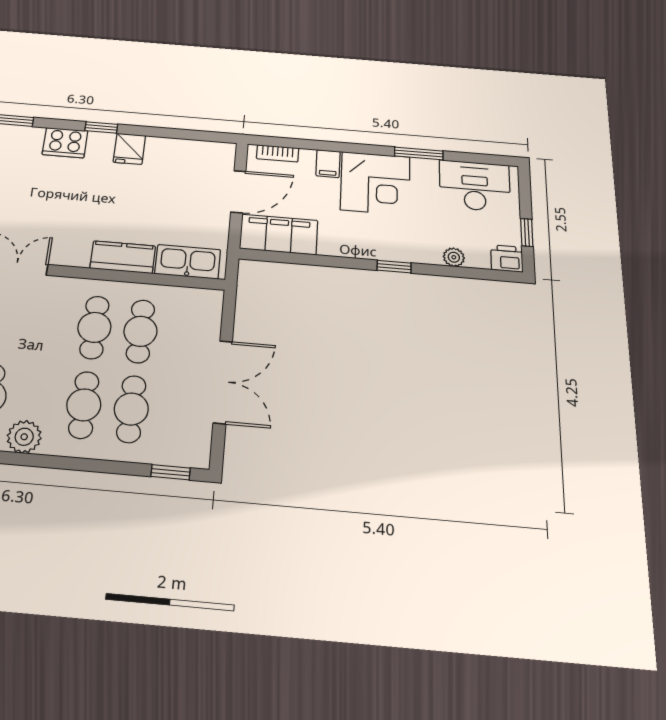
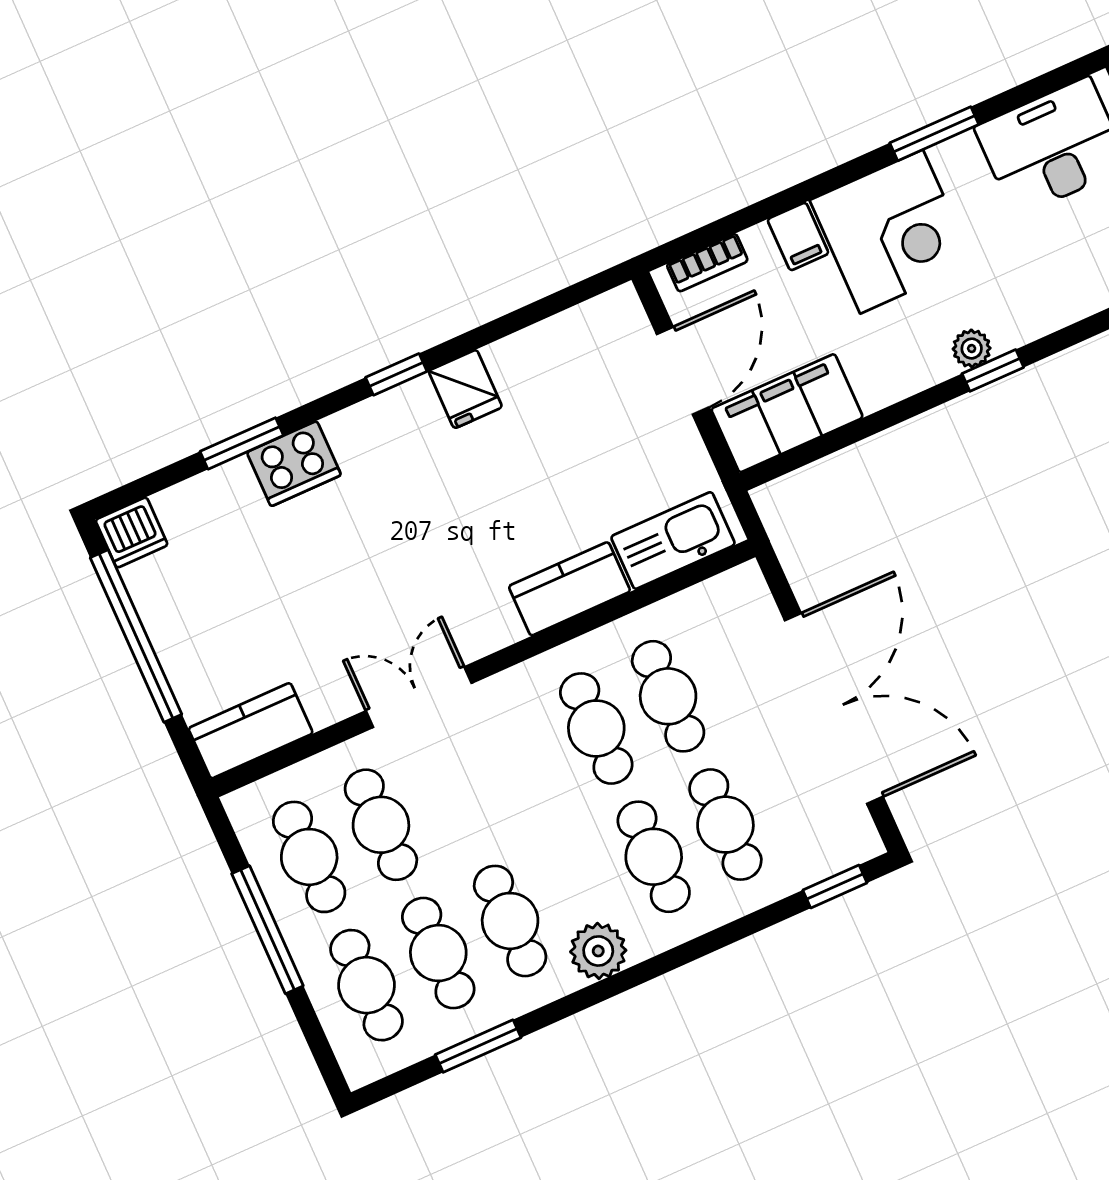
cooker: (65, 143) -> (294, 464), moved
plant: (454, 257) -> (972, 349), moved
double door: (223, 382) -> (834, 709), width x1.36

